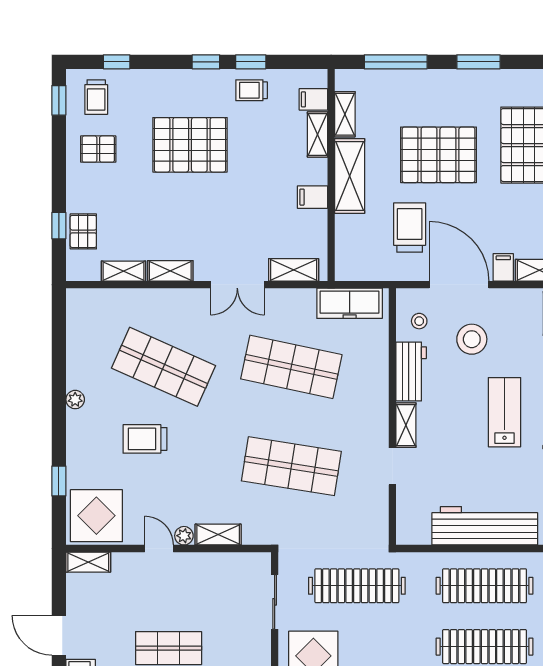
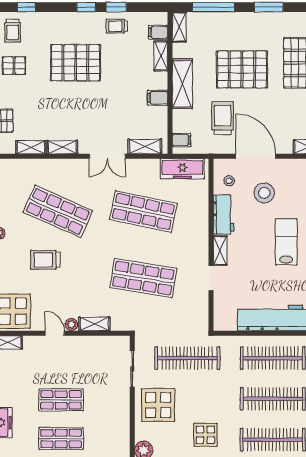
shelving: (345, 114) -> (179, 27), moved
filing cabinet: (503, 267) -> (182, 140), moved, turned 90

